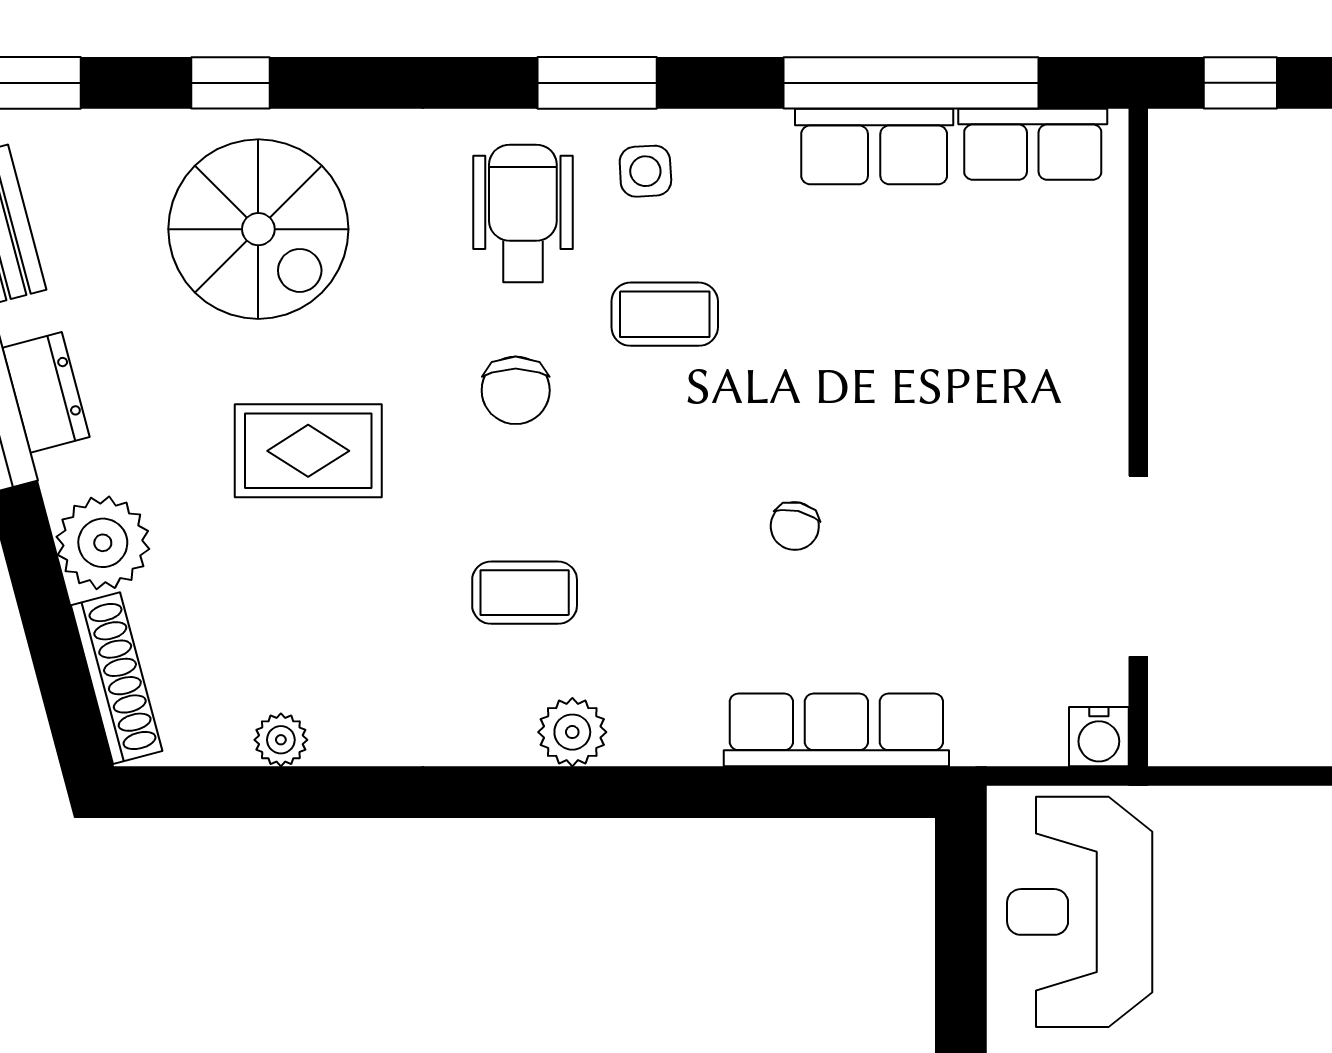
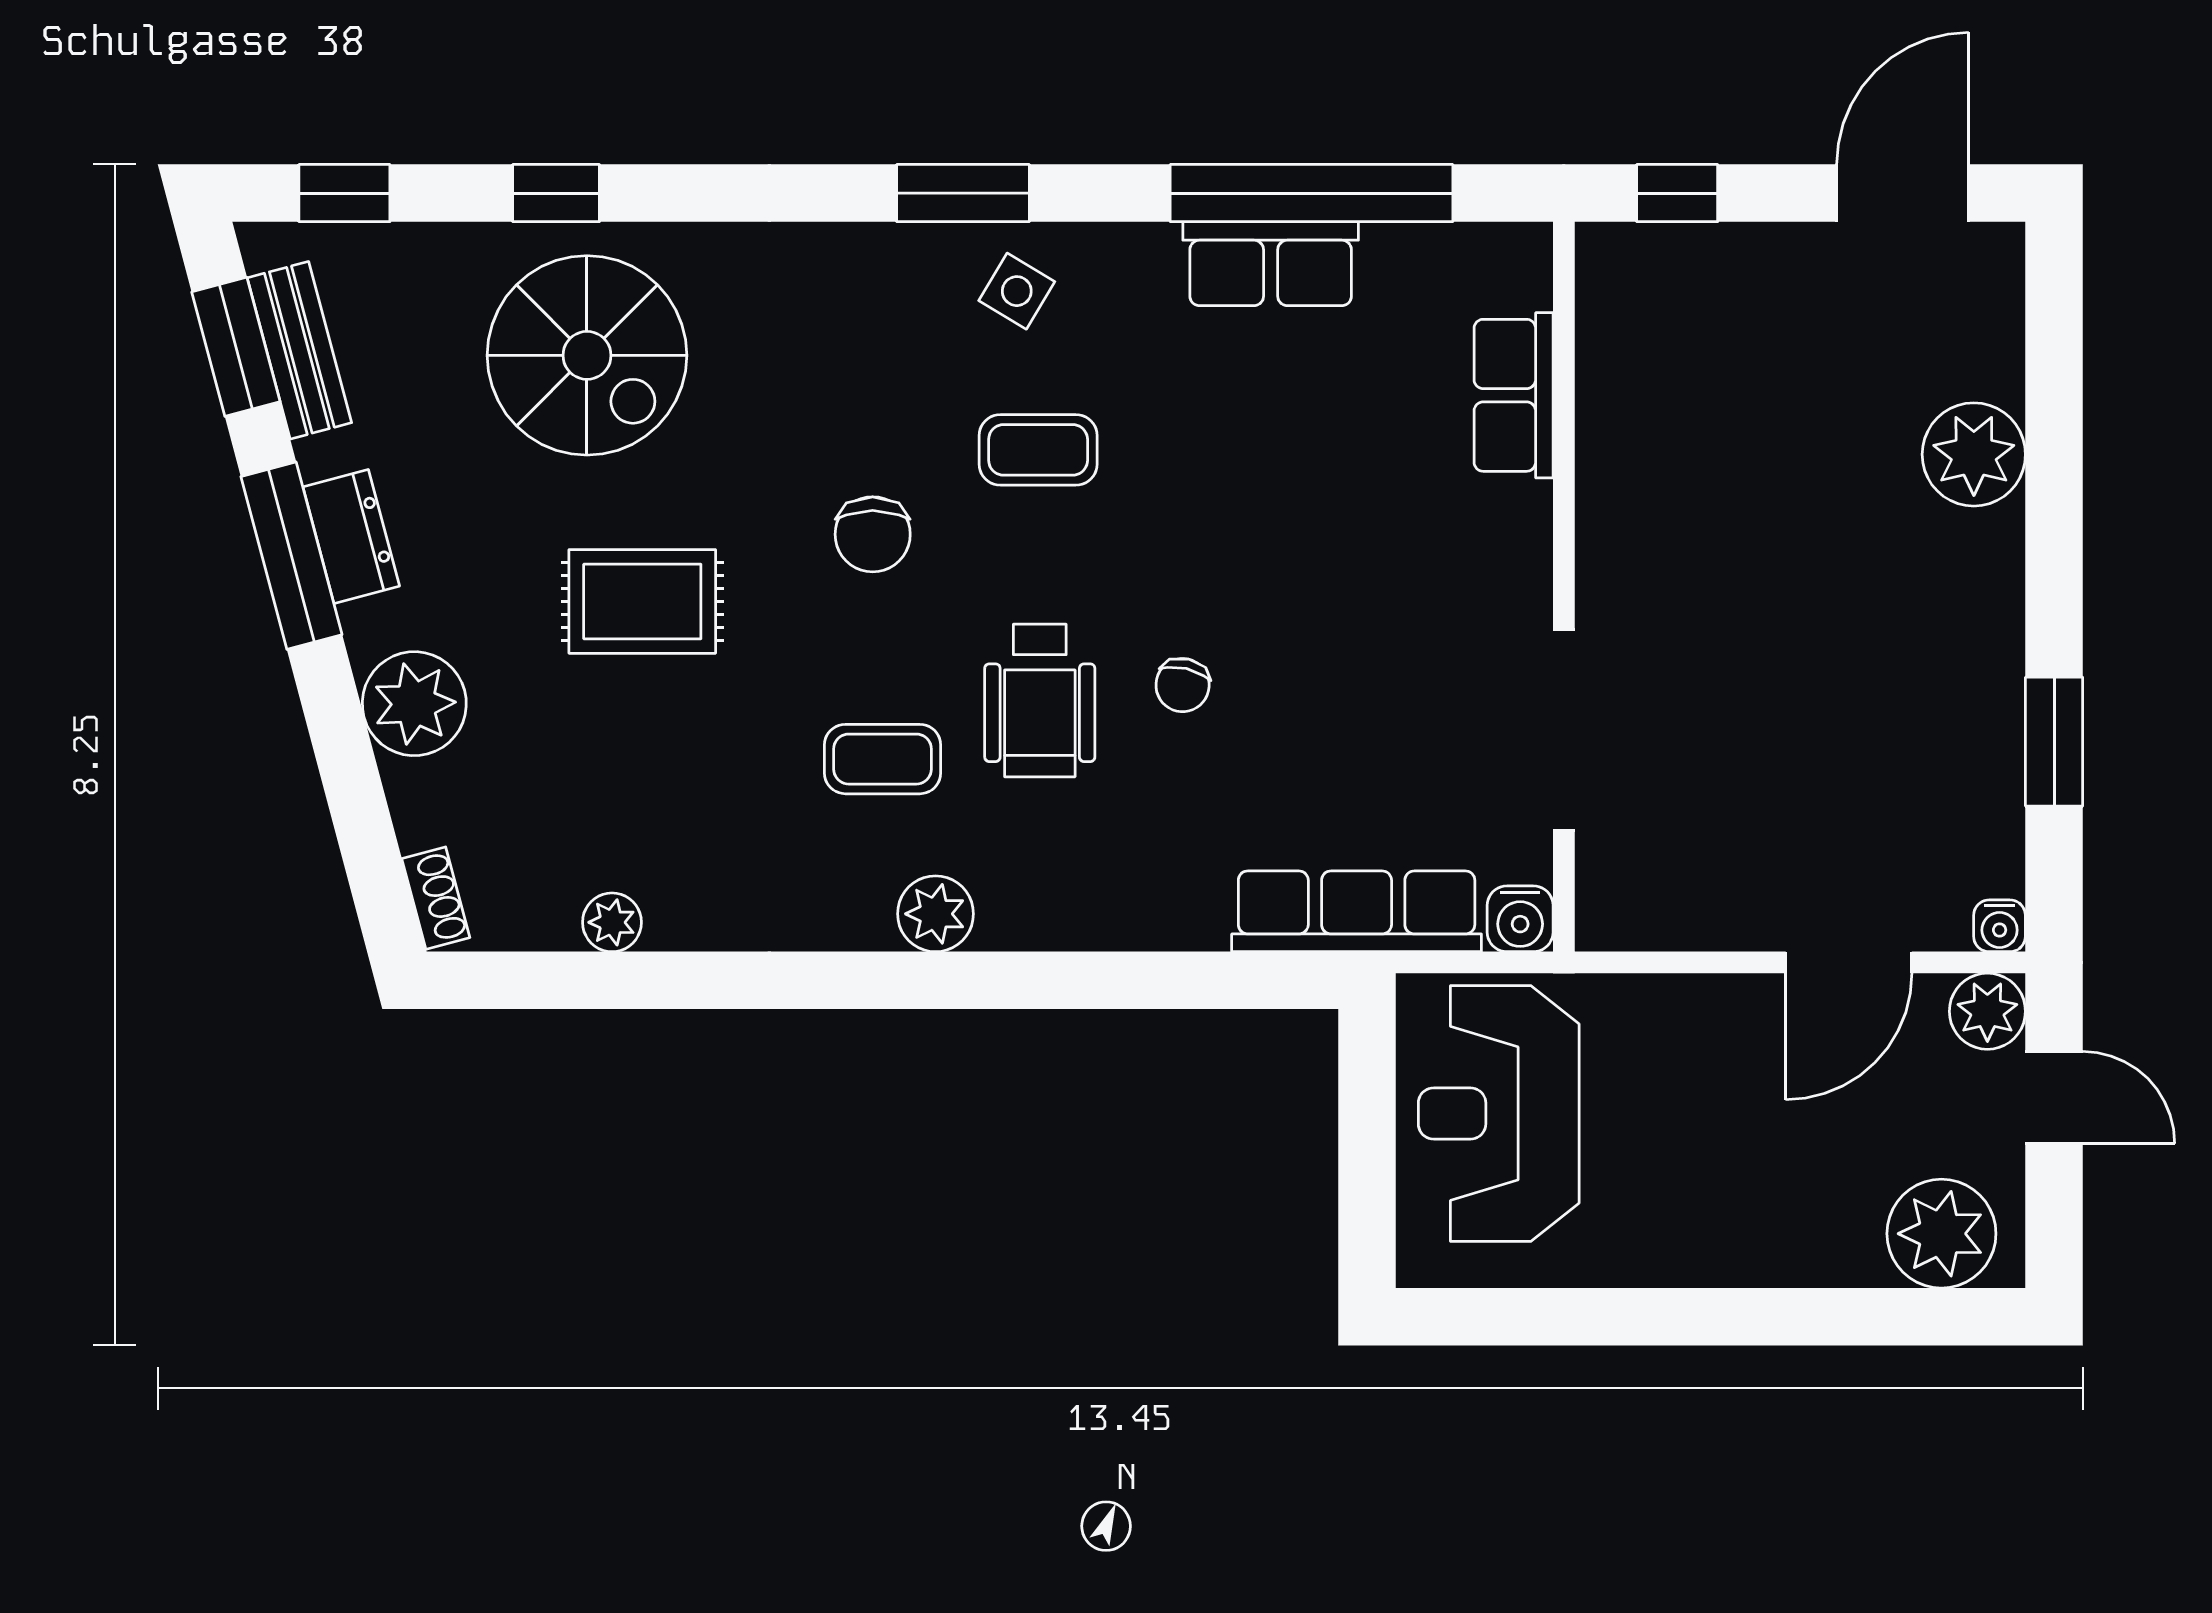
row of seats: (1033, 144) -> (1514, 395), moved, turned 90
side table: (645, 171) -> (1017, 291), turned 34
wheelchair: (523, 213) -> (1040, 700), moved, turned 180
shoe rack: (117, 678) -> (436, 898), width x0.51, depth x0.81
row of seats: (836, 730) -> (1357, 911), moved

